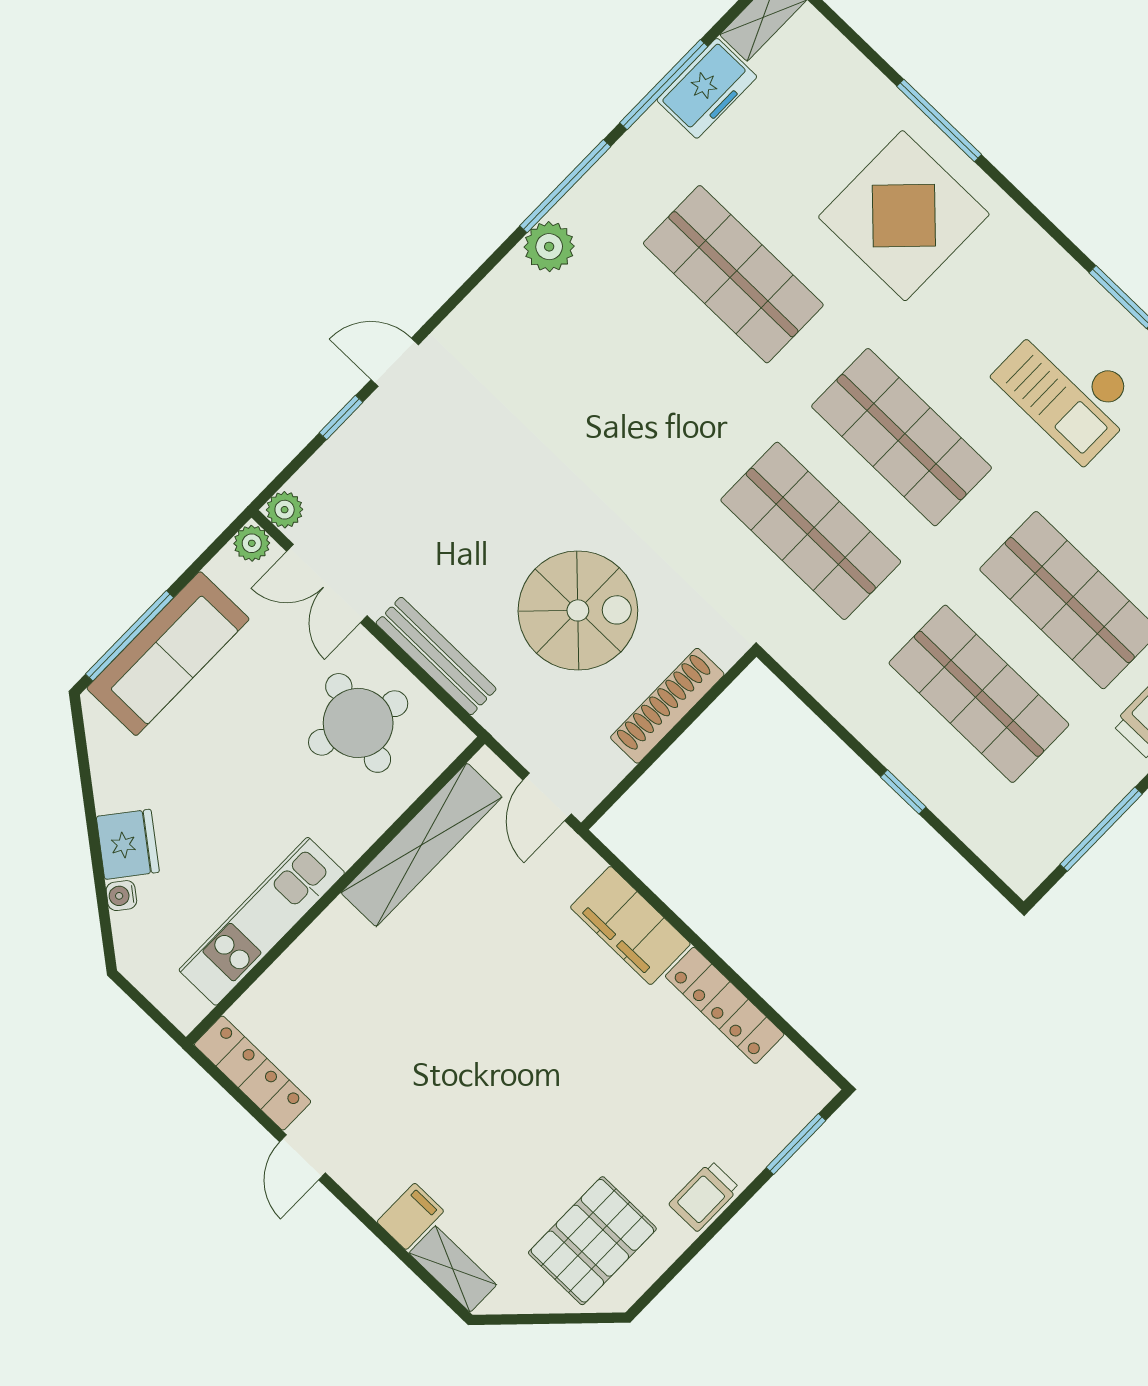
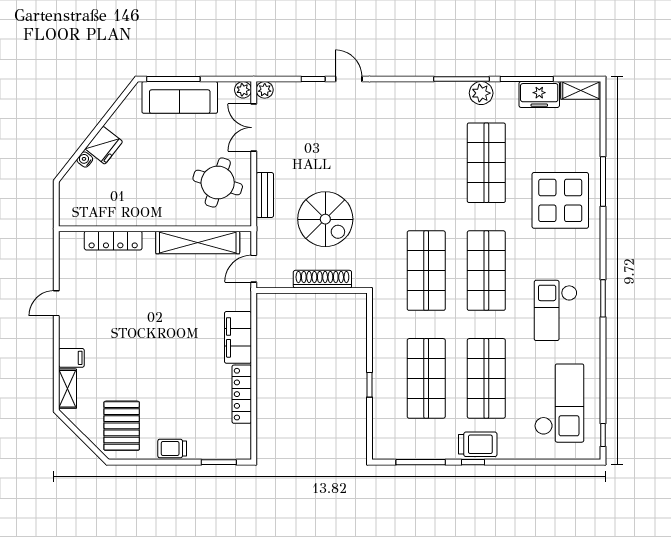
plant: (549, 247) -> (481, 93), moved
bench: (436, 656) -> (265, 195), width x0.73
kitchen unit: (262, 921) -> (121, 214), removed
locker: (253, 1073) -> (113, 241), moved, turned 90
pallet: (592, 1241) -> (122, 426), turned 90

